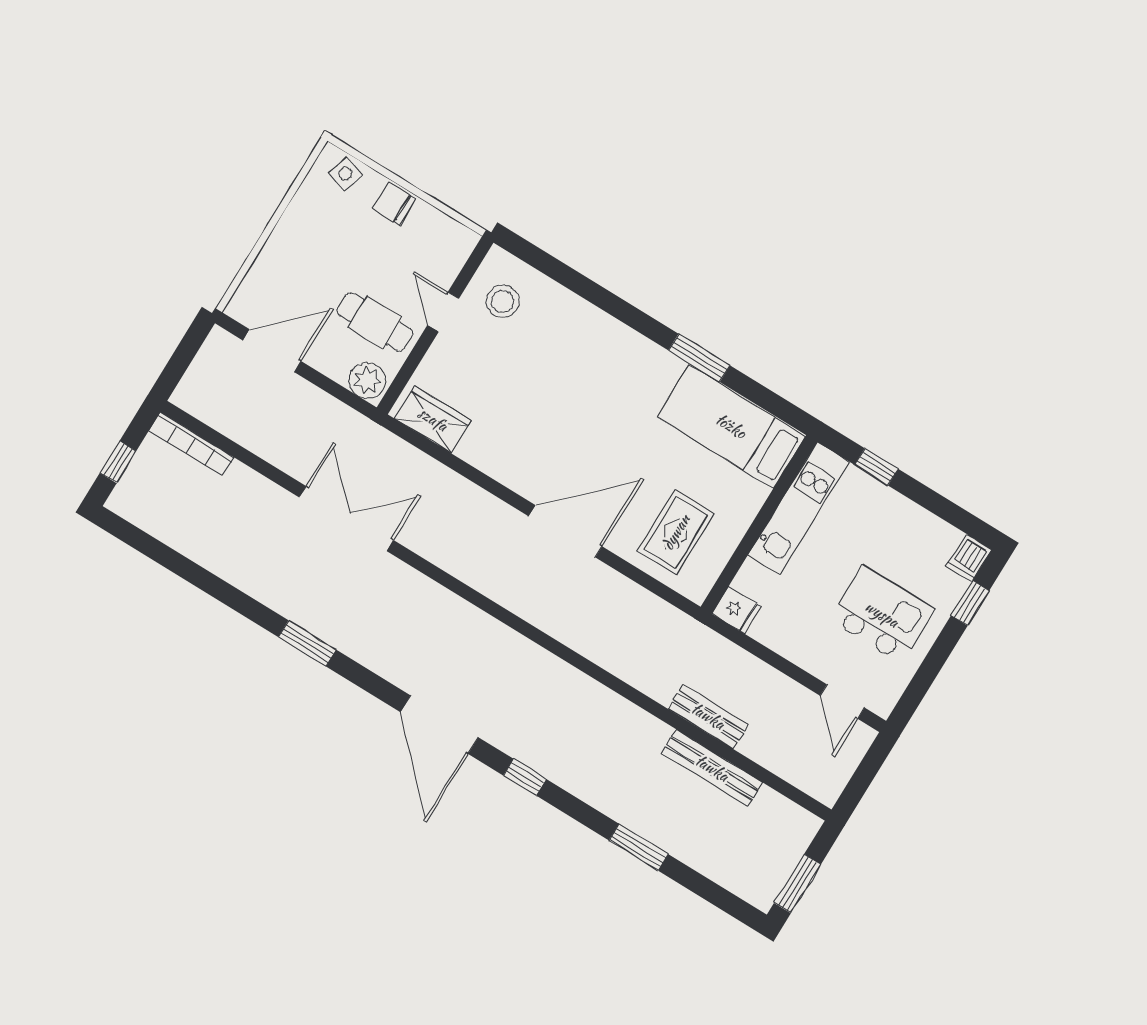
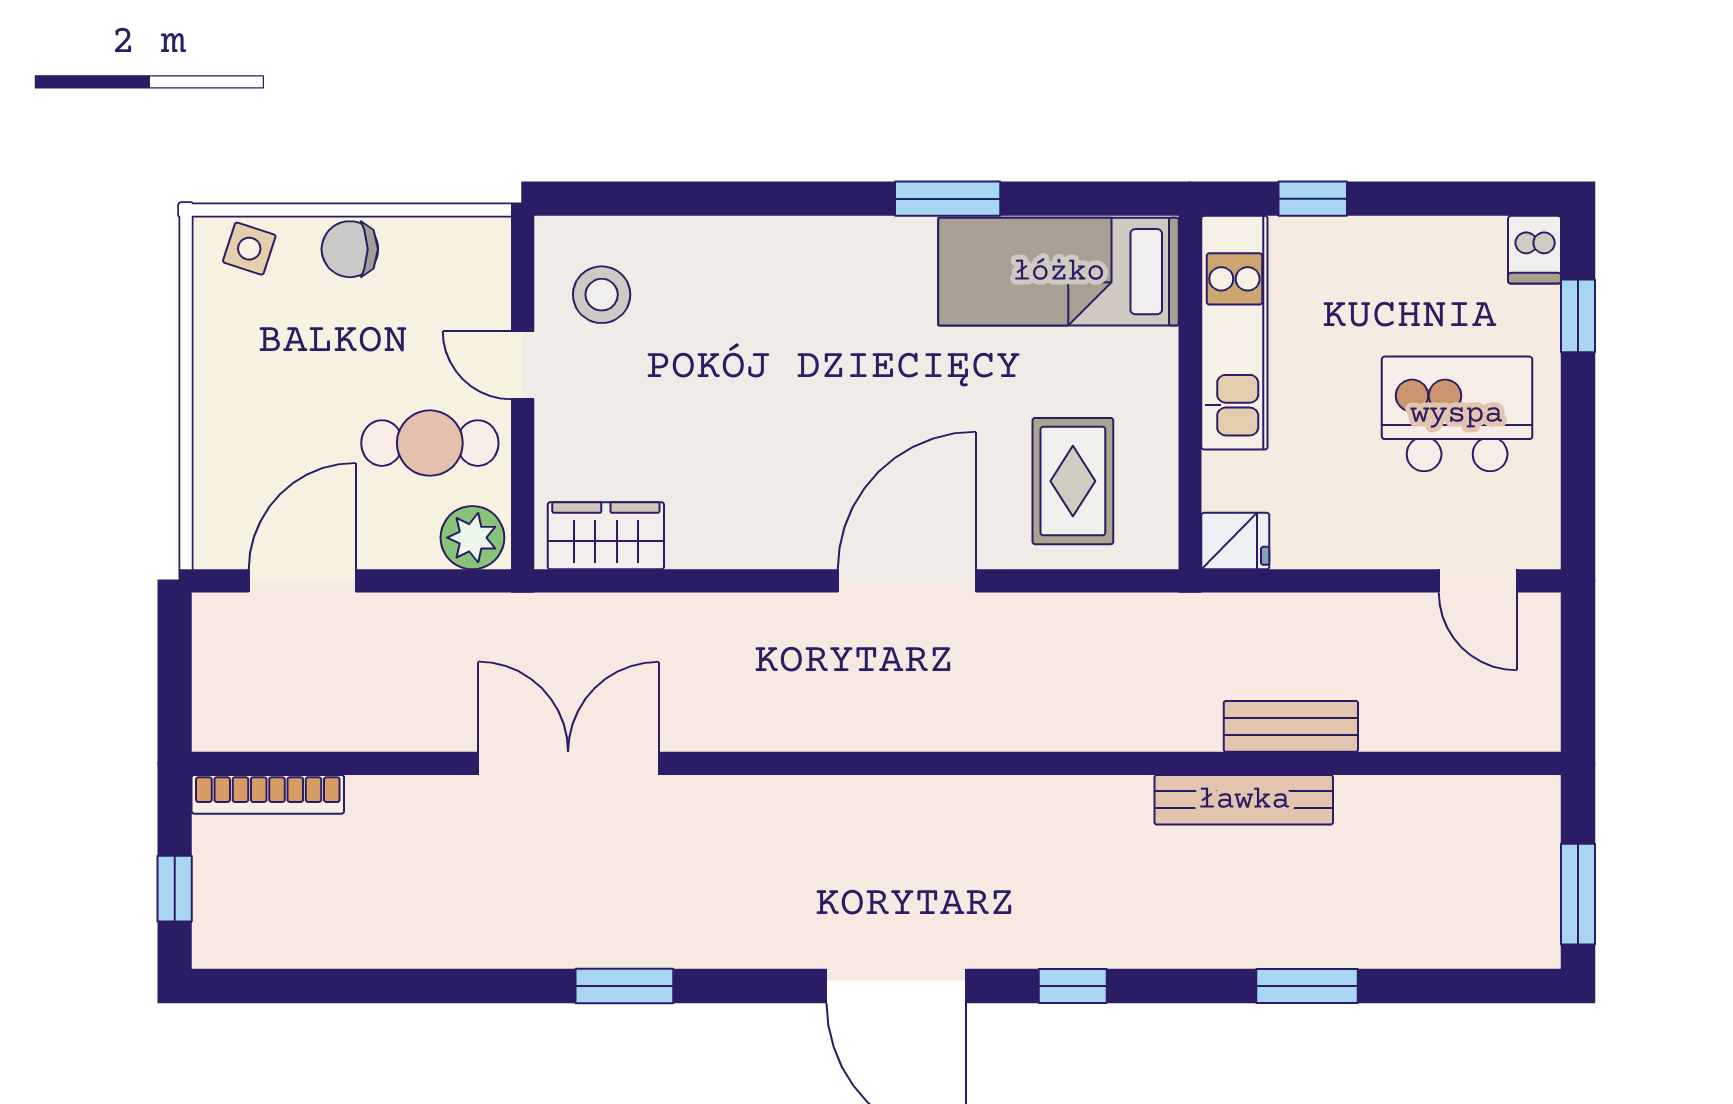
bench: (712, 768) -> (1244, 800), moved

